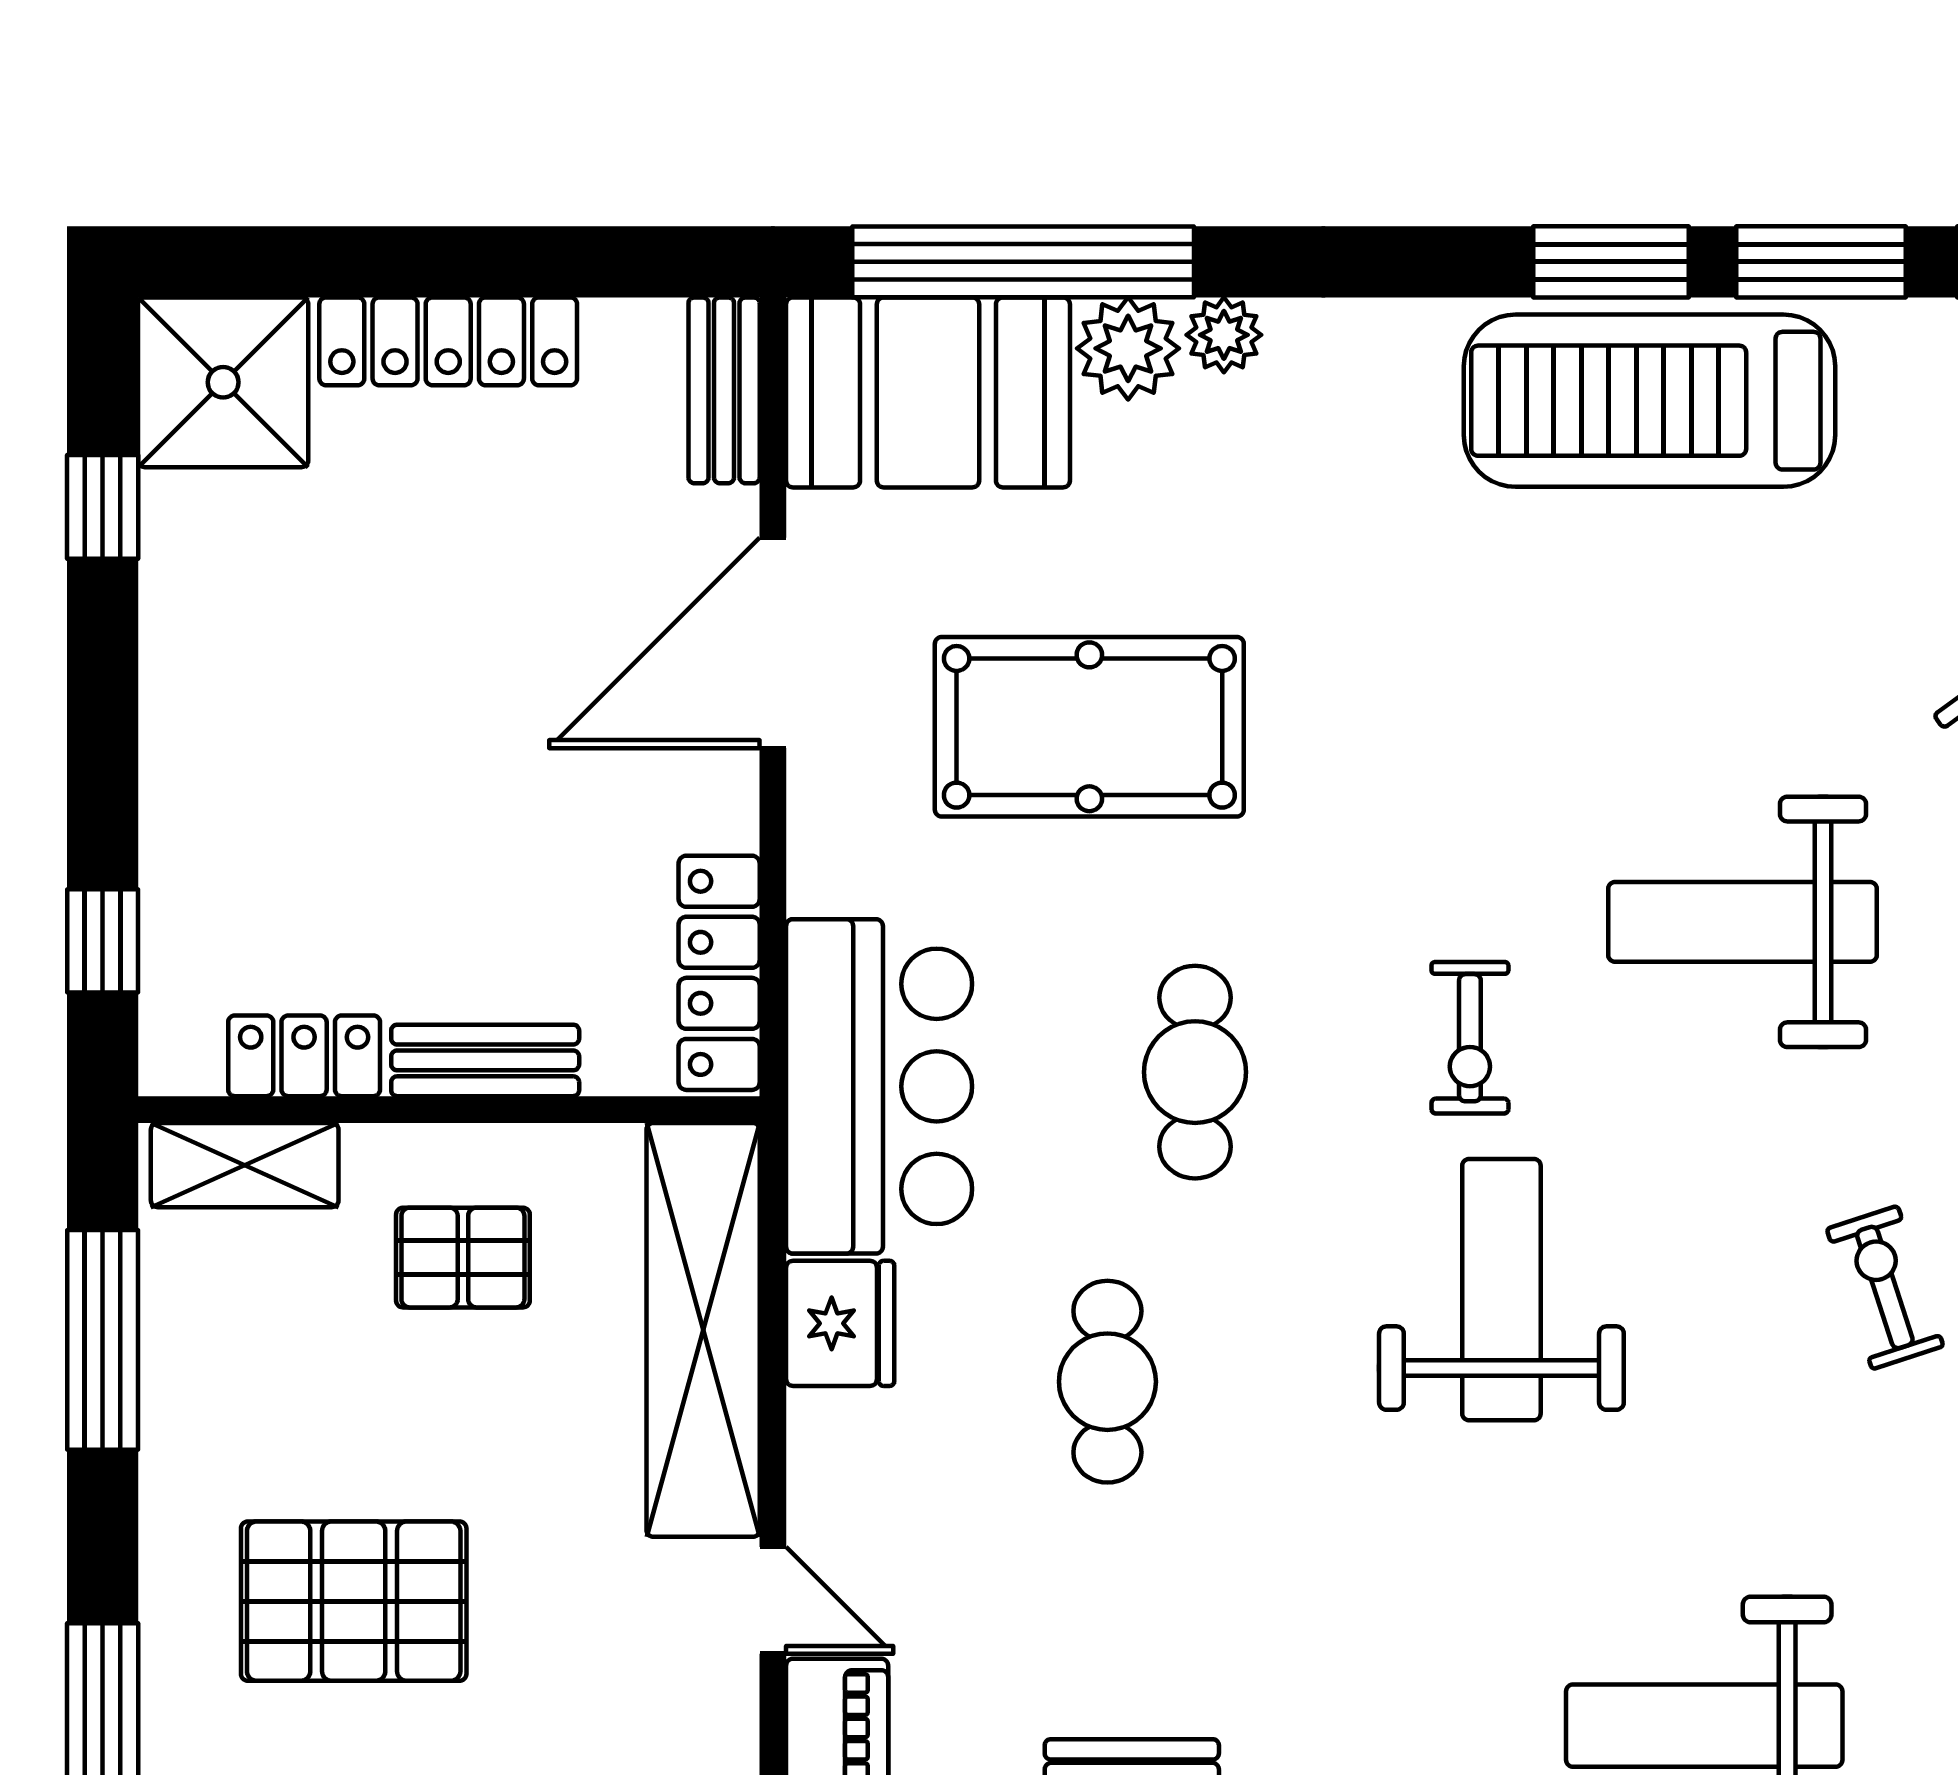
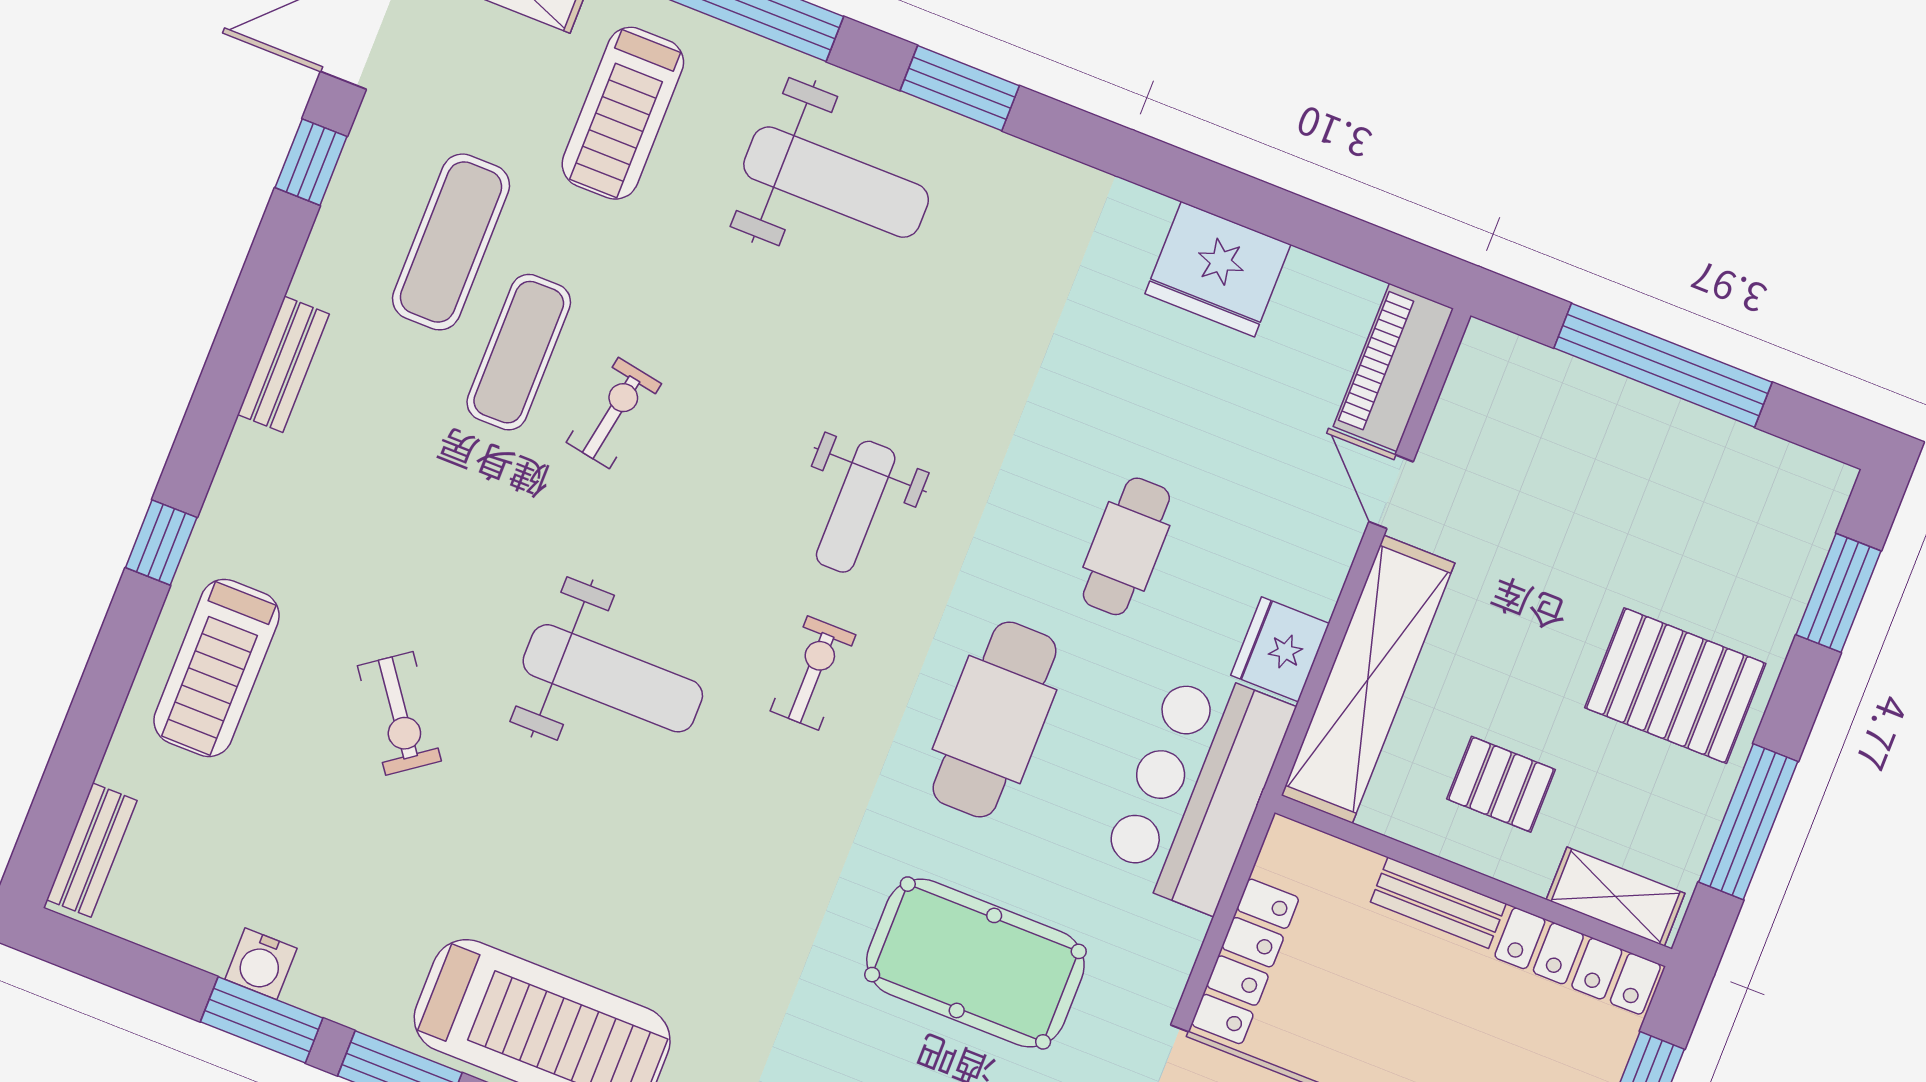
locker: (719, 973) -> (1245, 961), moved
locker: (304, 1056) -> (1578, 961), width x1.53
cafe table: (1195, 1072) -> (995, 720), width x1.37, depth x1.35
exercise bike: (1885, 1288) -> (614, 413), turned -152
weight bench: (1501, 1290) -> (856, 507), width x0.73, depth x0.75
pallet: (354, 1601) -> (1675, 686), moved

